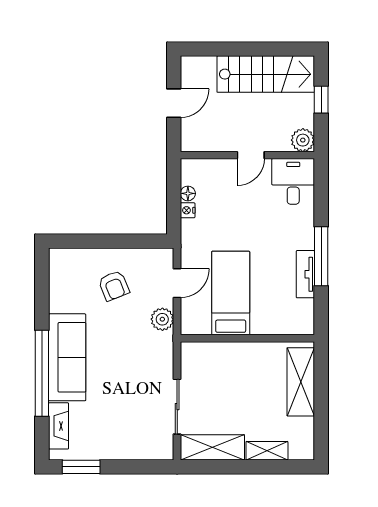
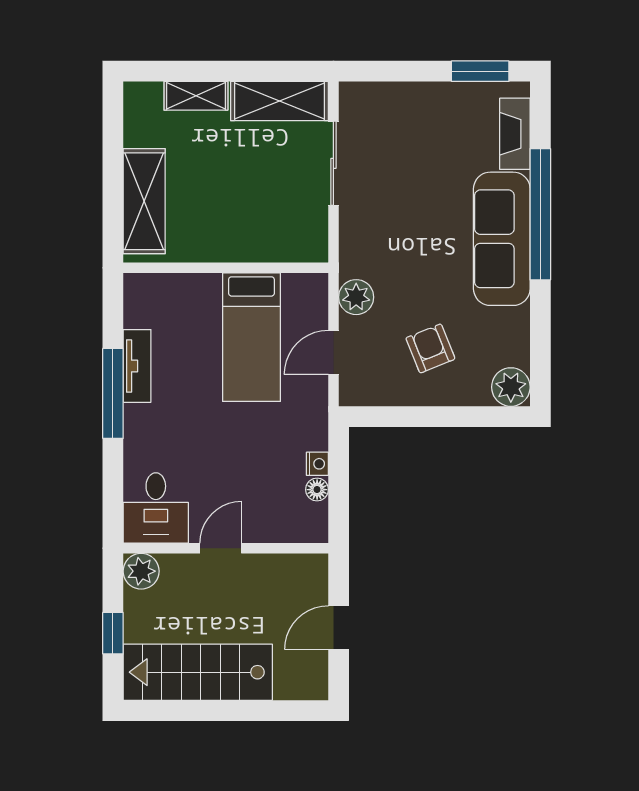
plant: (61, 260) -> (511, 387), added

